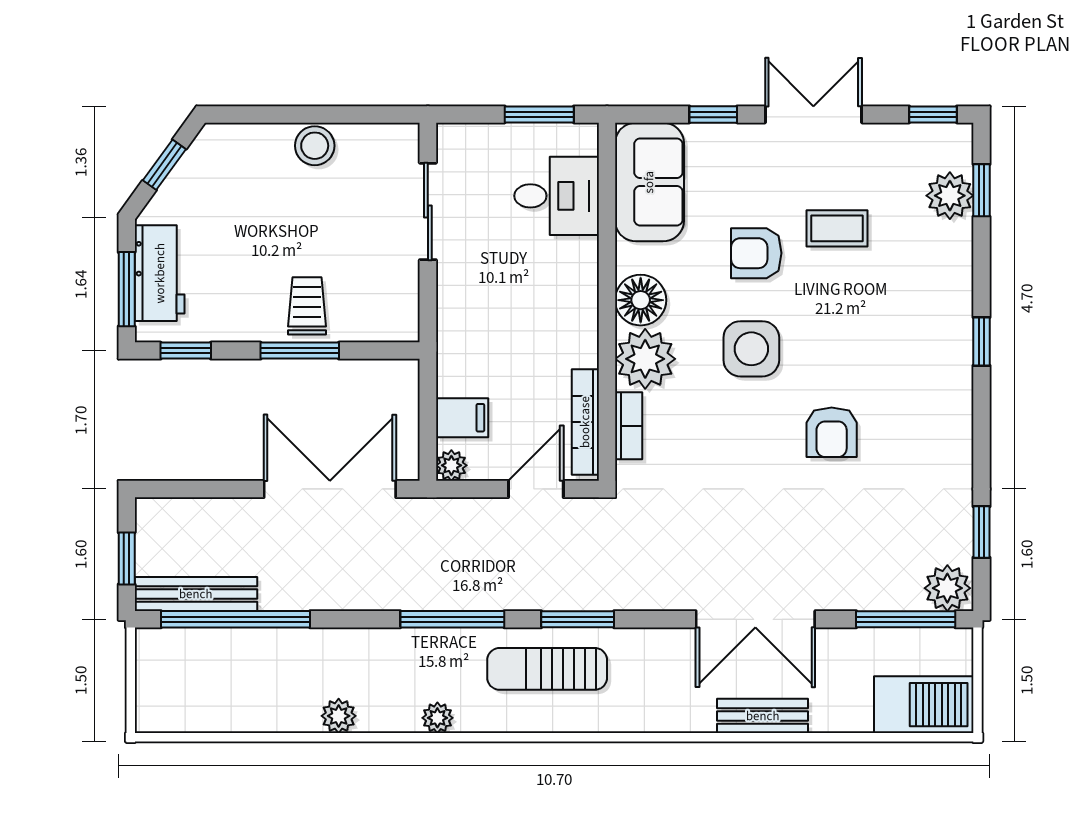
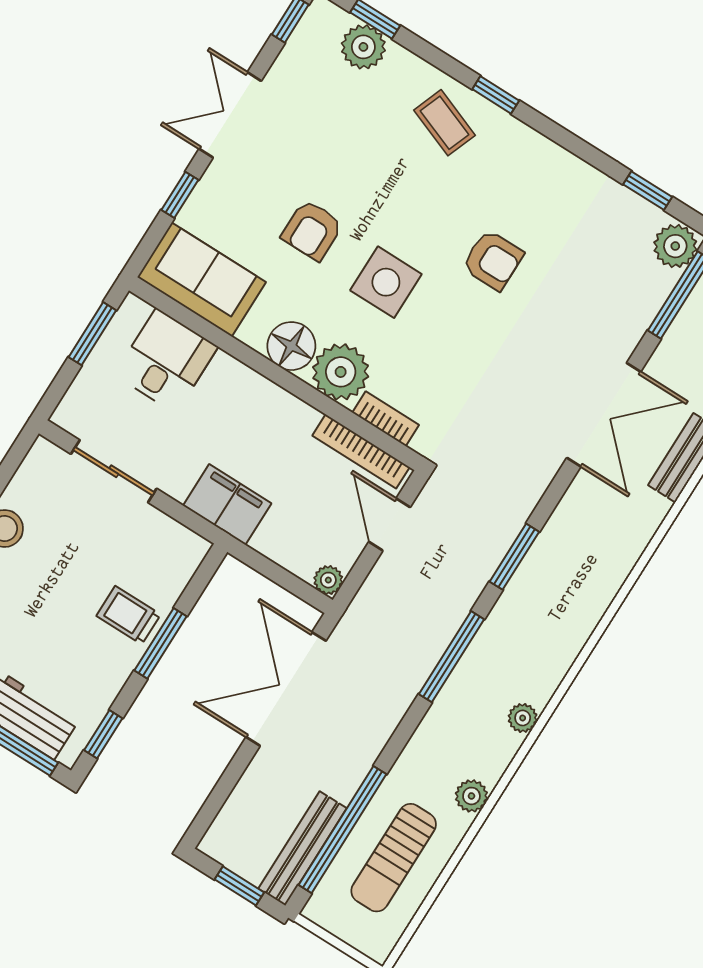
coffee table: (837, 228) -> (444, 123), moved, turned -69
filing cabinet: (462, 418) -> (227, 504), moved, width x2.00
sun lounger: (547, 669) -> (394, 858), moved

